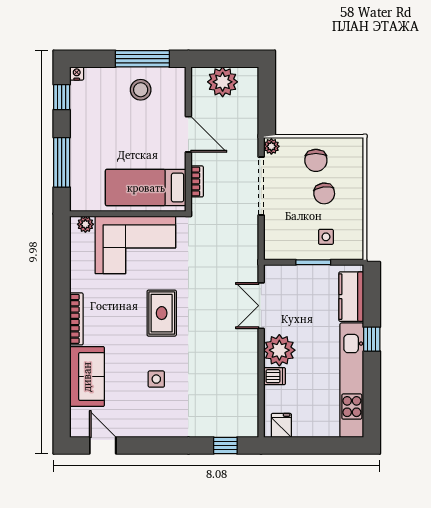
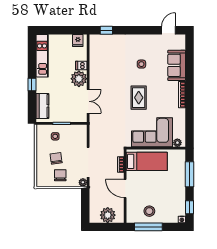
kitchen unit: (352, 380) -> (42, 56), width x0.73
door: (103, 446) -> (169, 30), swing flipped

